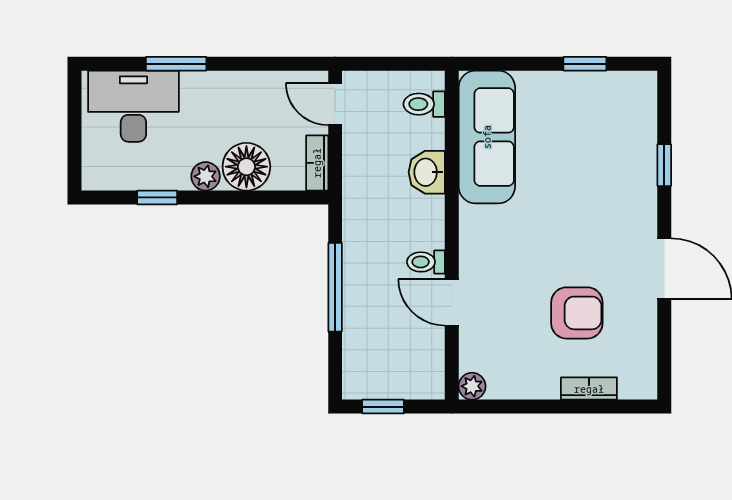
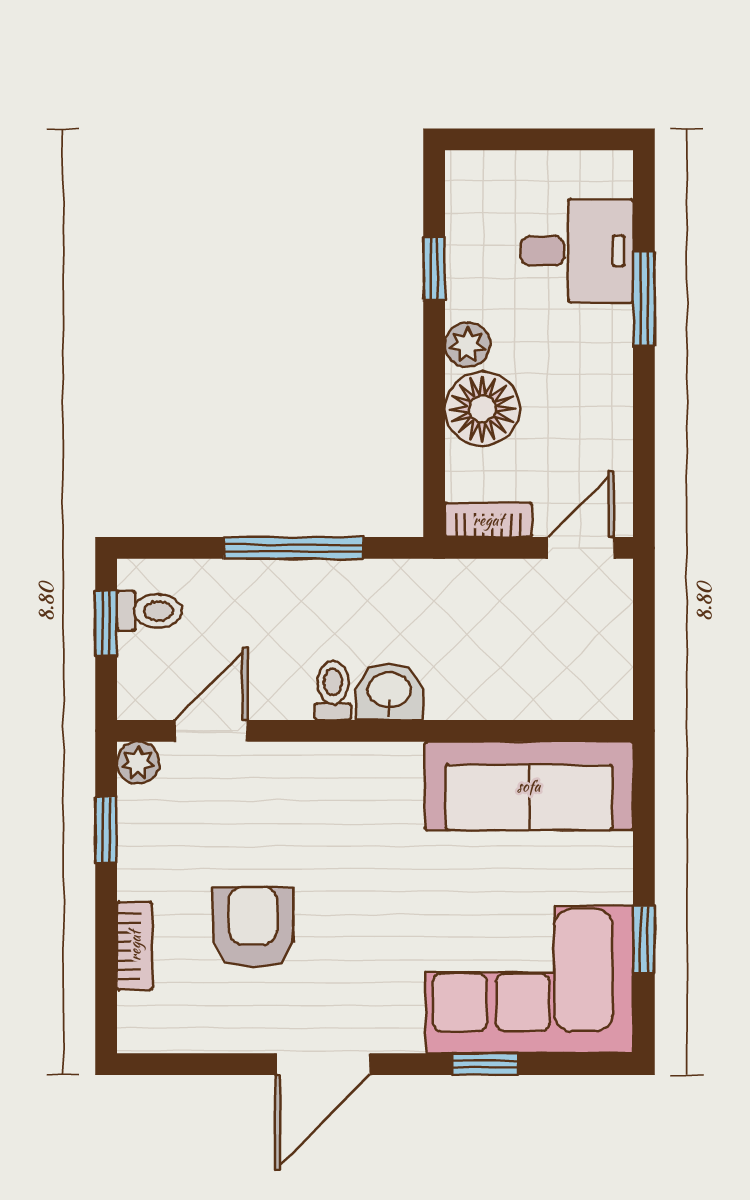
toilet: (424, 104) -> (149, 611), moved, turned 90
desk: (133, 106) -> (577, 251), width x0.73
corner sofa: (610, 137) -> (530, 980), added
washbasin: (427, 172) -> (389, 692), moved
door: (452, 302) -> (211, 731), moved
armchair: (577, 313) -> (253, 927), turned 180
window: (515, 407) -> (106, 830), added

